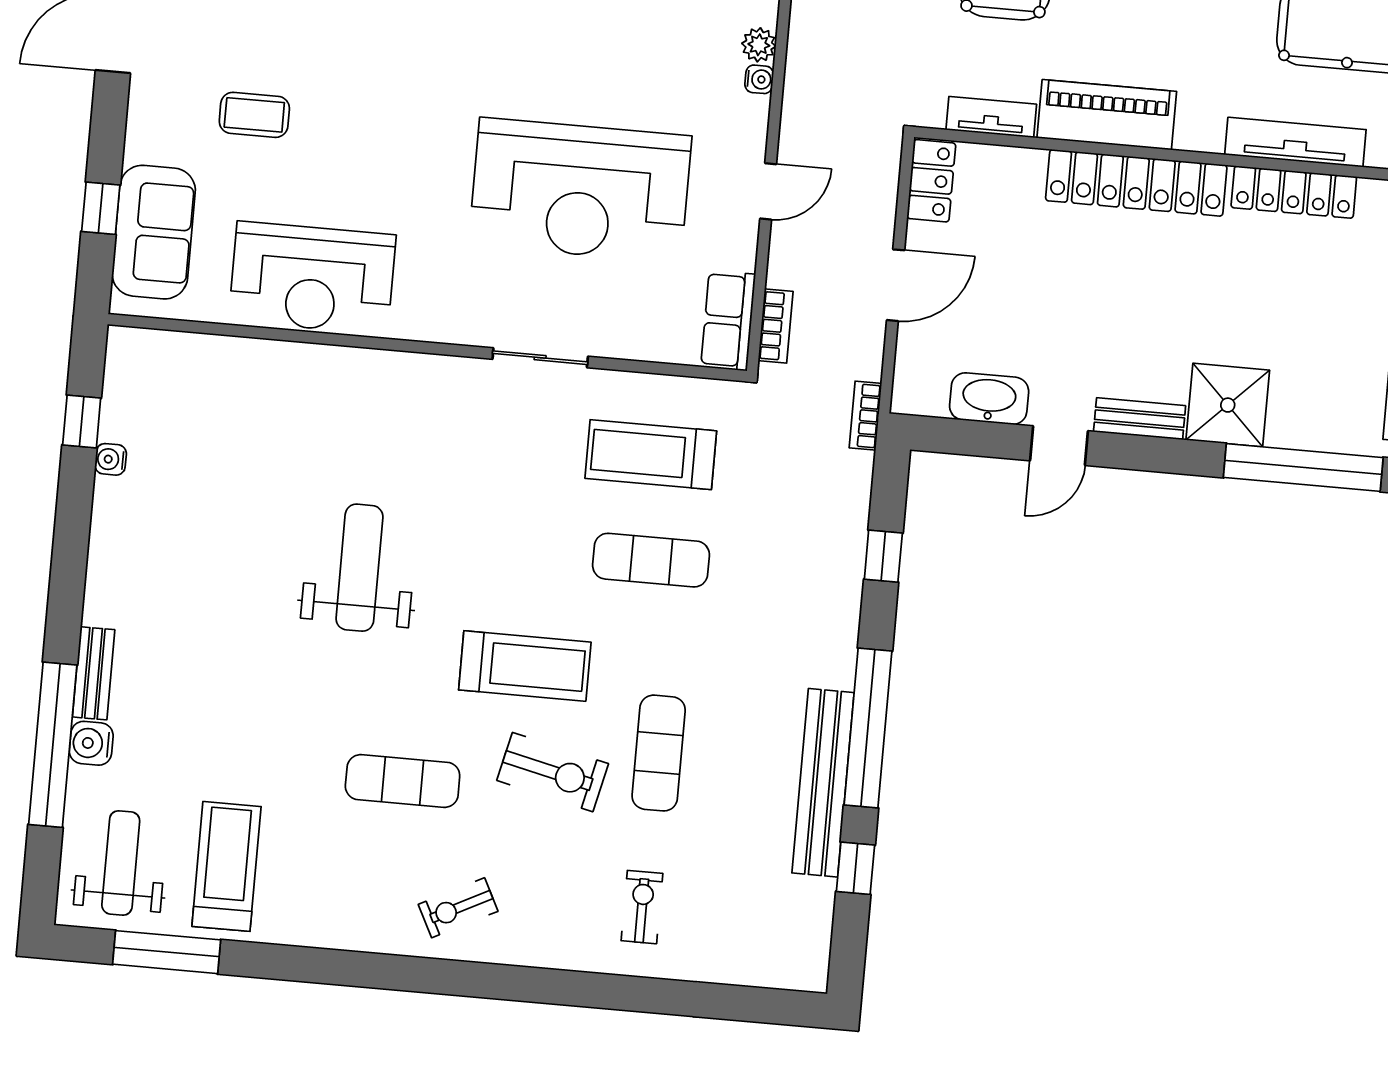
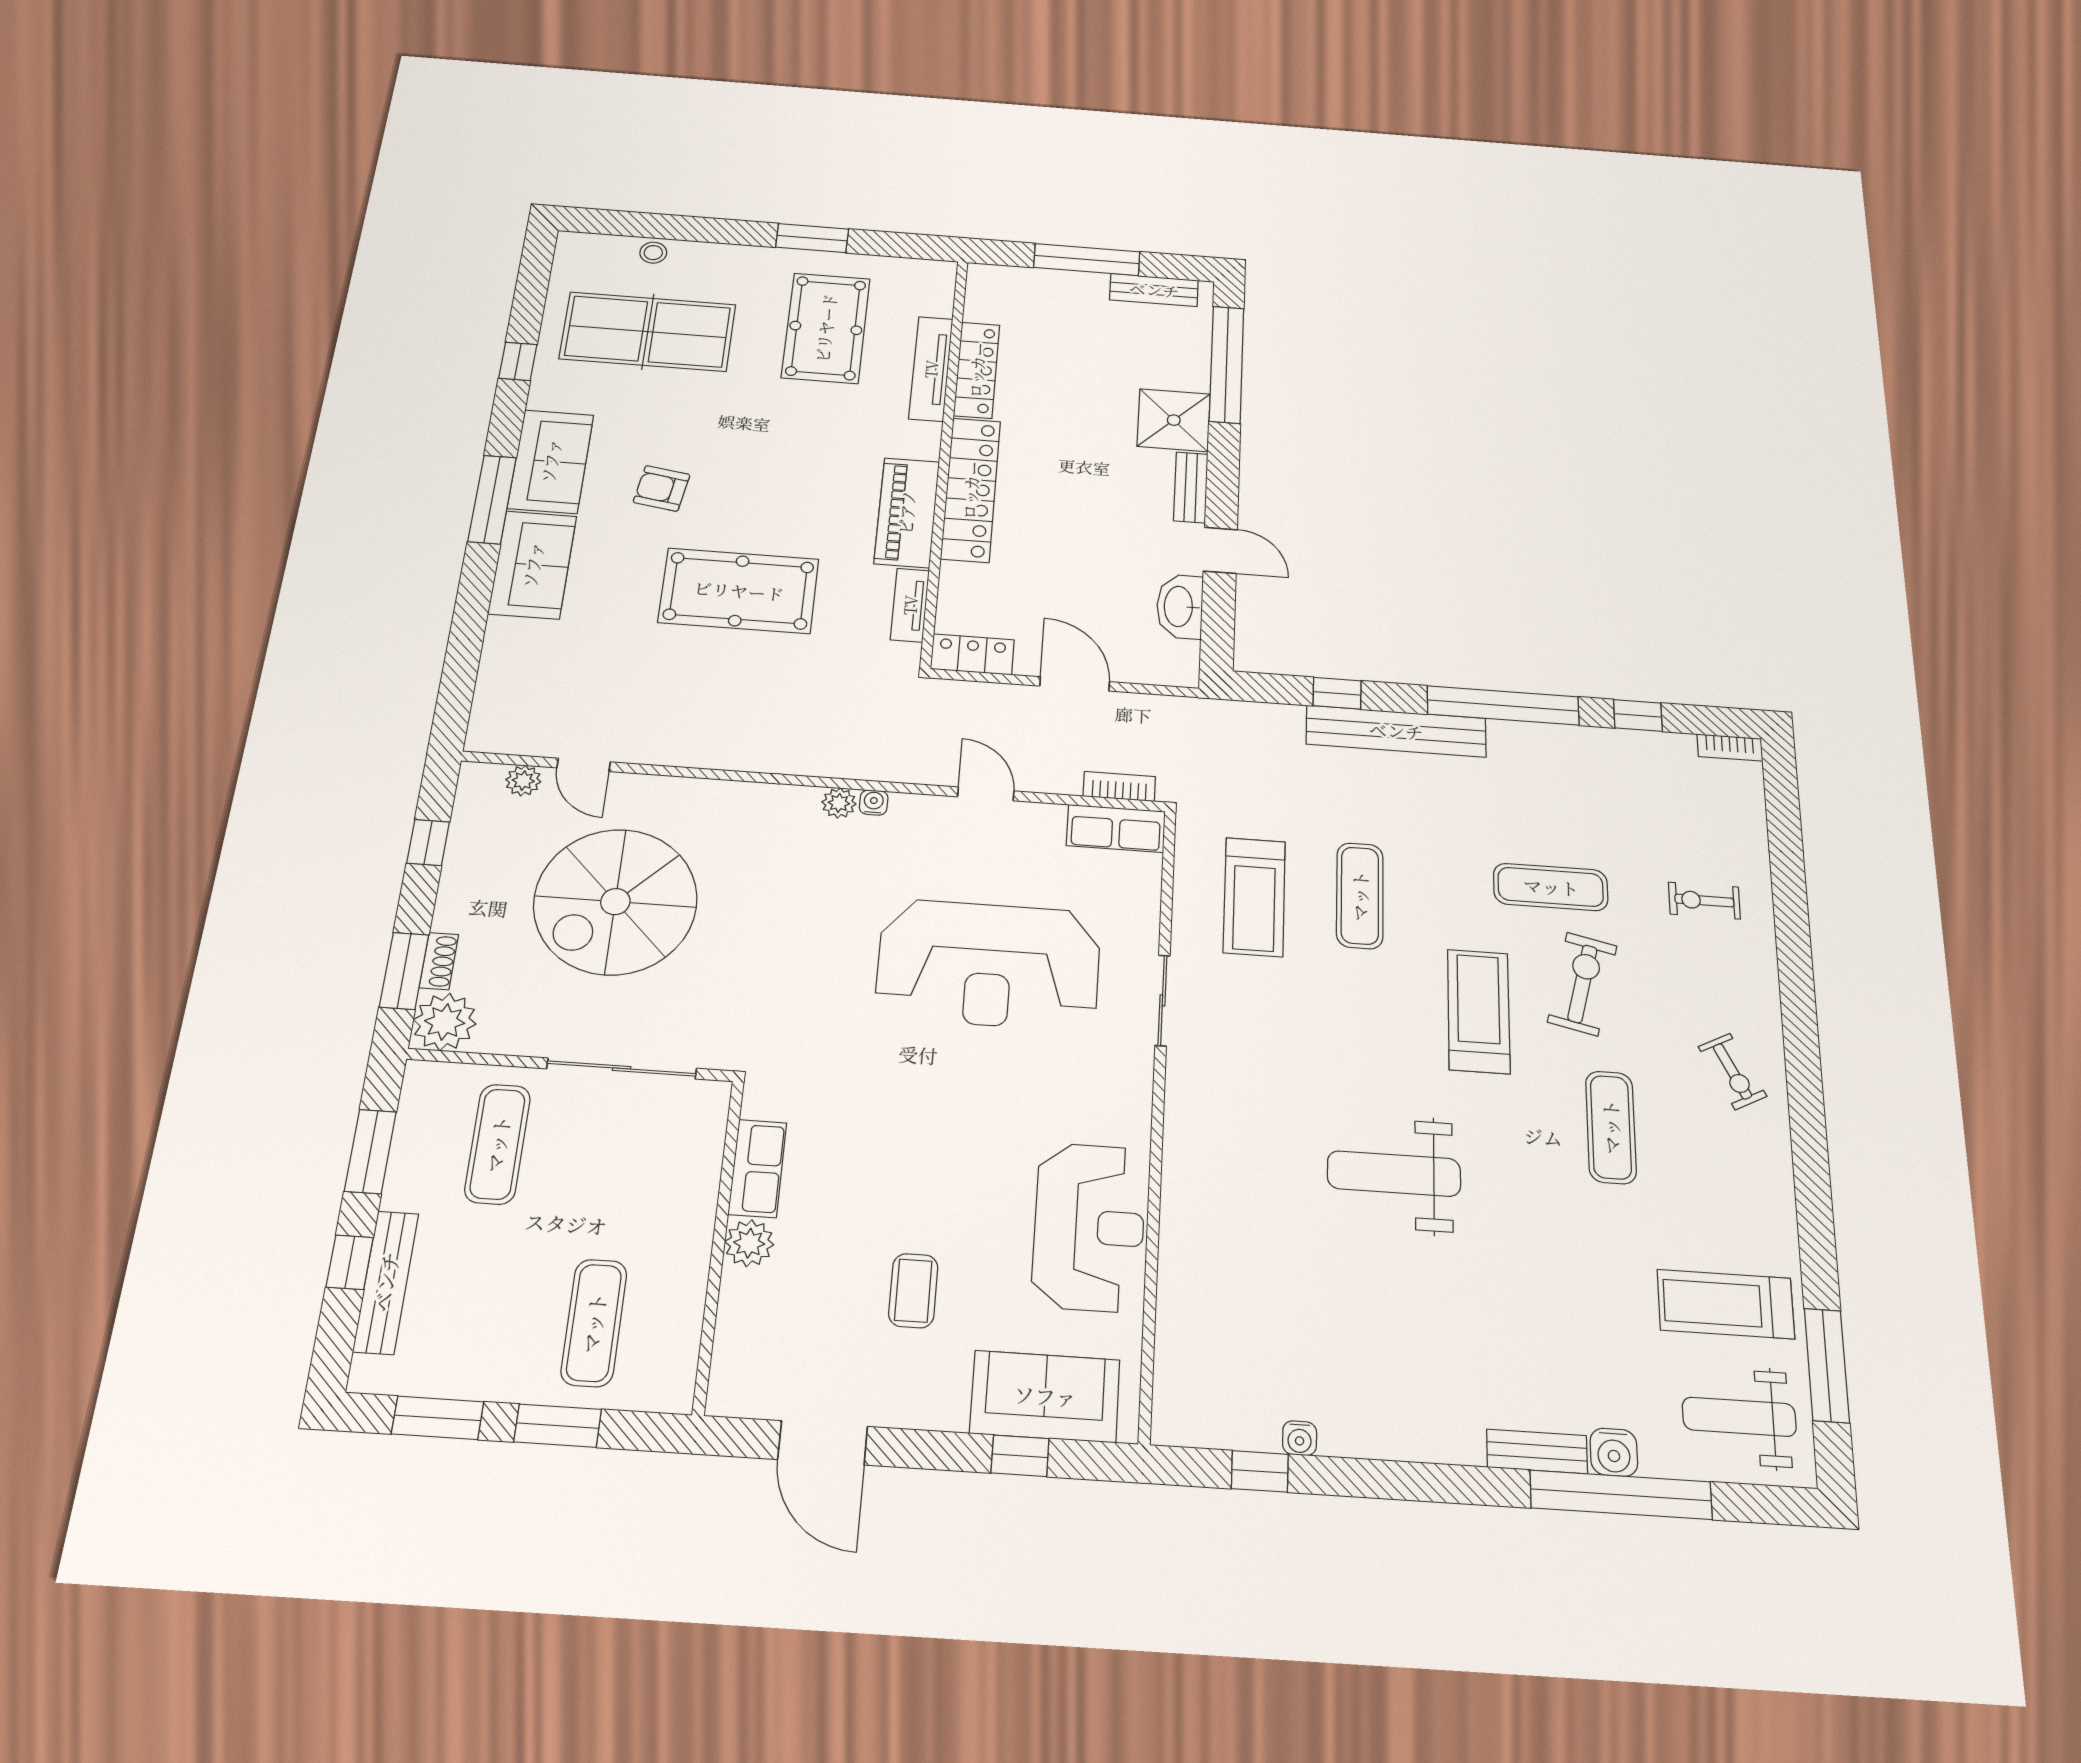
reception desk: (580, 190) -> (989, 964), turned 90
bookcase: (865, 416) -> (1730, 748), moved
bench: (823, 783) -> (1396, 731), moved

